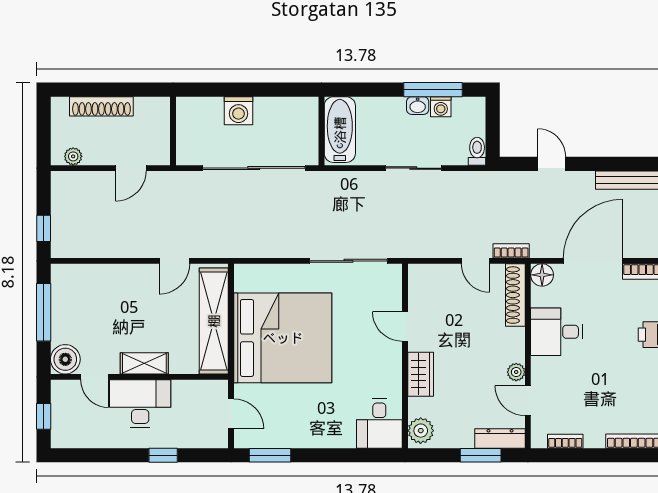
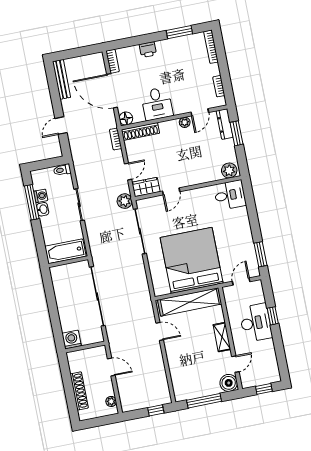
washing machine: (238, 111) -> (72, 340), moved, turned -90
plant: (404, 245) -> (125, 201), added
door: (475, 261) -> (128, 172), moved
wardrobe: (421, 374) -> (146, 187), moved
desk: (140, 404) -> (256, 323), moved, turned 180

